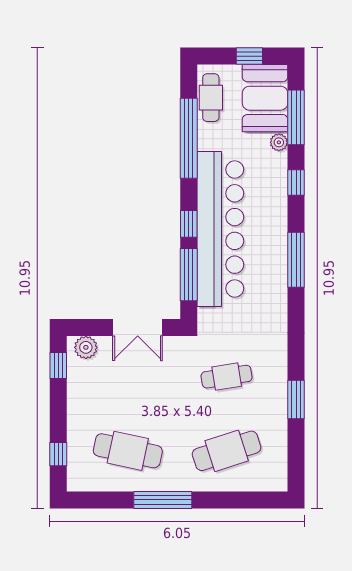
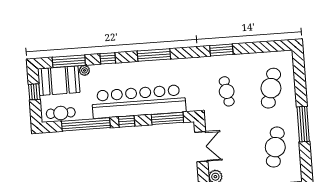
window: (189, 224) -> (127, 121), moved
window: (296, 400) -> (221, 50), moved
cafe table: (227, 451) -> (271, 88), turned 33

